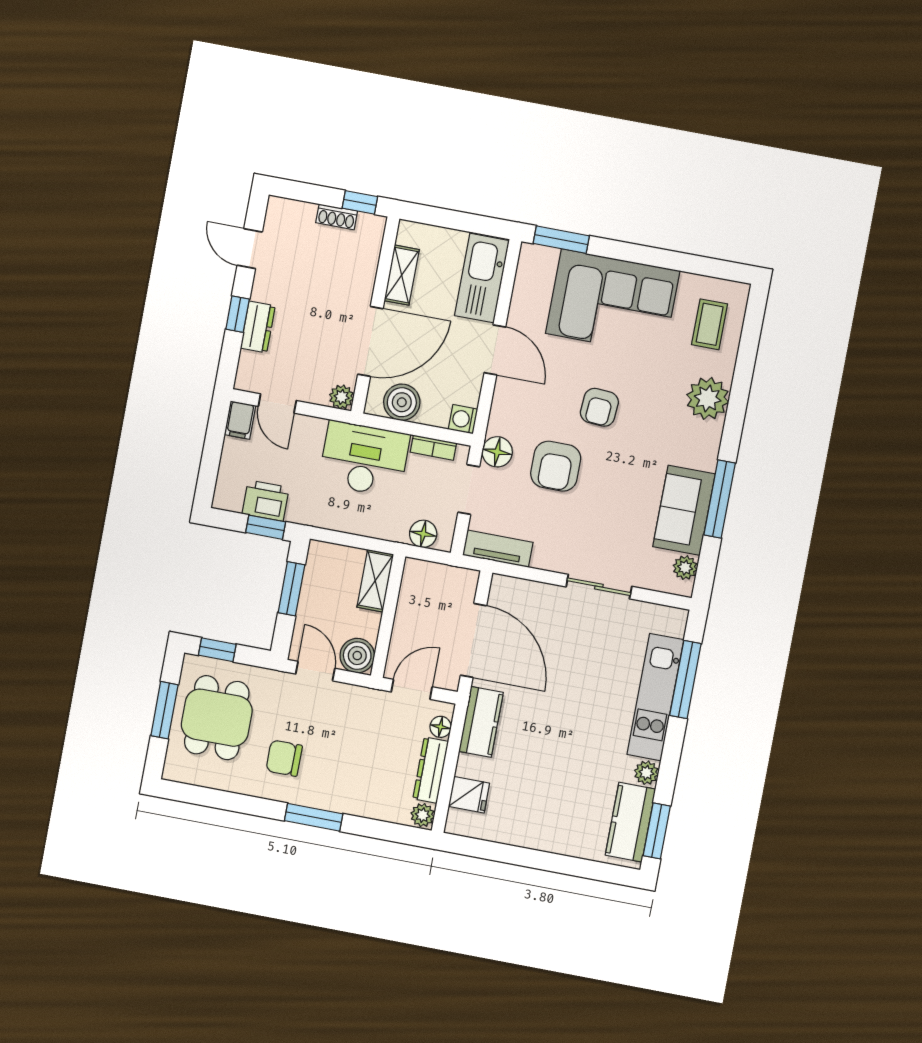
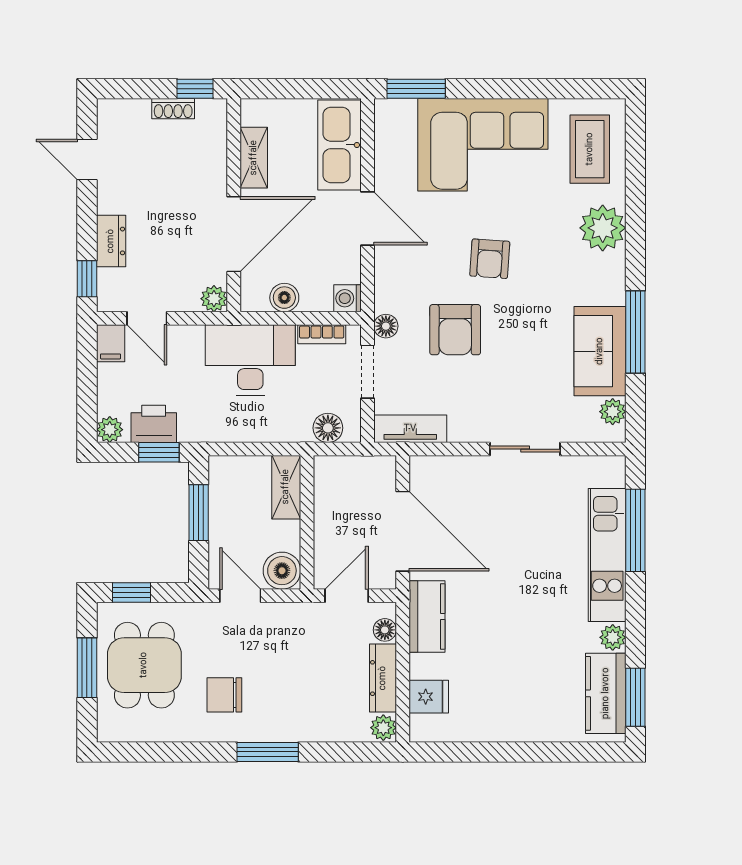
window: (238, 314) -> (87, 279), moved
coffee table: (710, 324) -> (590, 149), width x1.36, depth x1.30
boiler: (402, 402) -> (284, 298), width x0.73, depth x0.73
floor lamp: (497, 452) -> (386, 326), width x0.73, depth x0.73
plant: (225, 498) -> (110, 430), added

